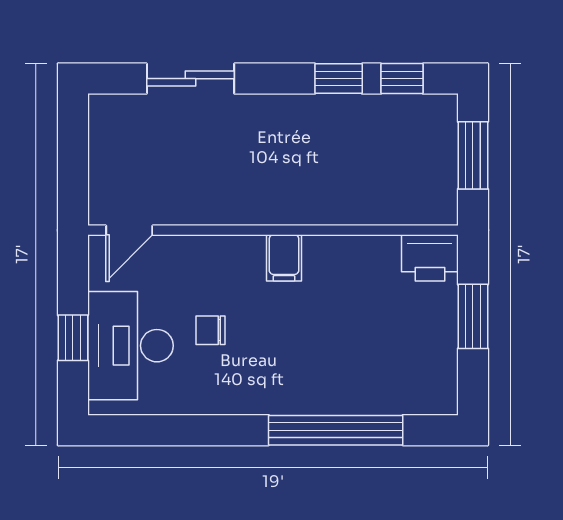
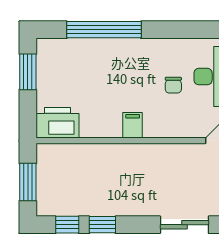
printer: (430, 258) -> (58, 123), width x1.37, depth x1.19
window: (473, 316) -> (28, 72), moved
chair: (211, 330) -> (173, 85), turned 90

